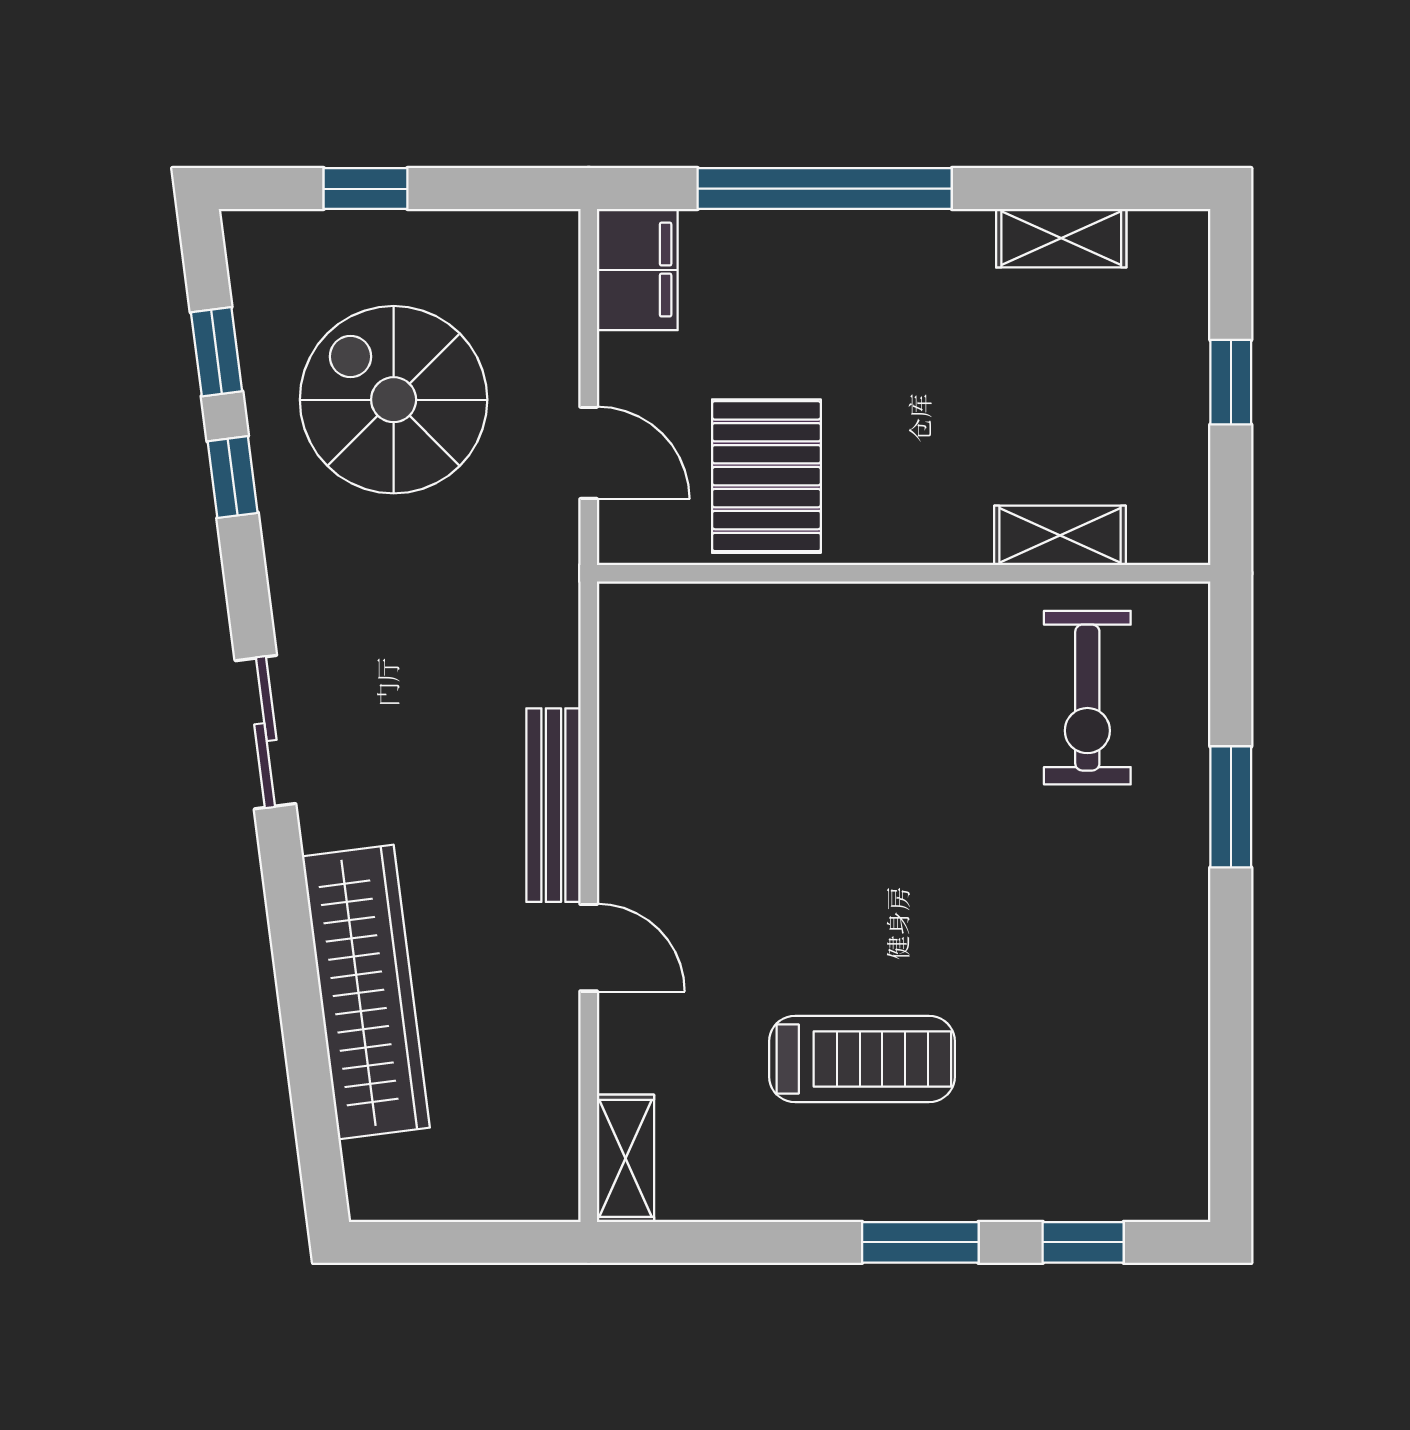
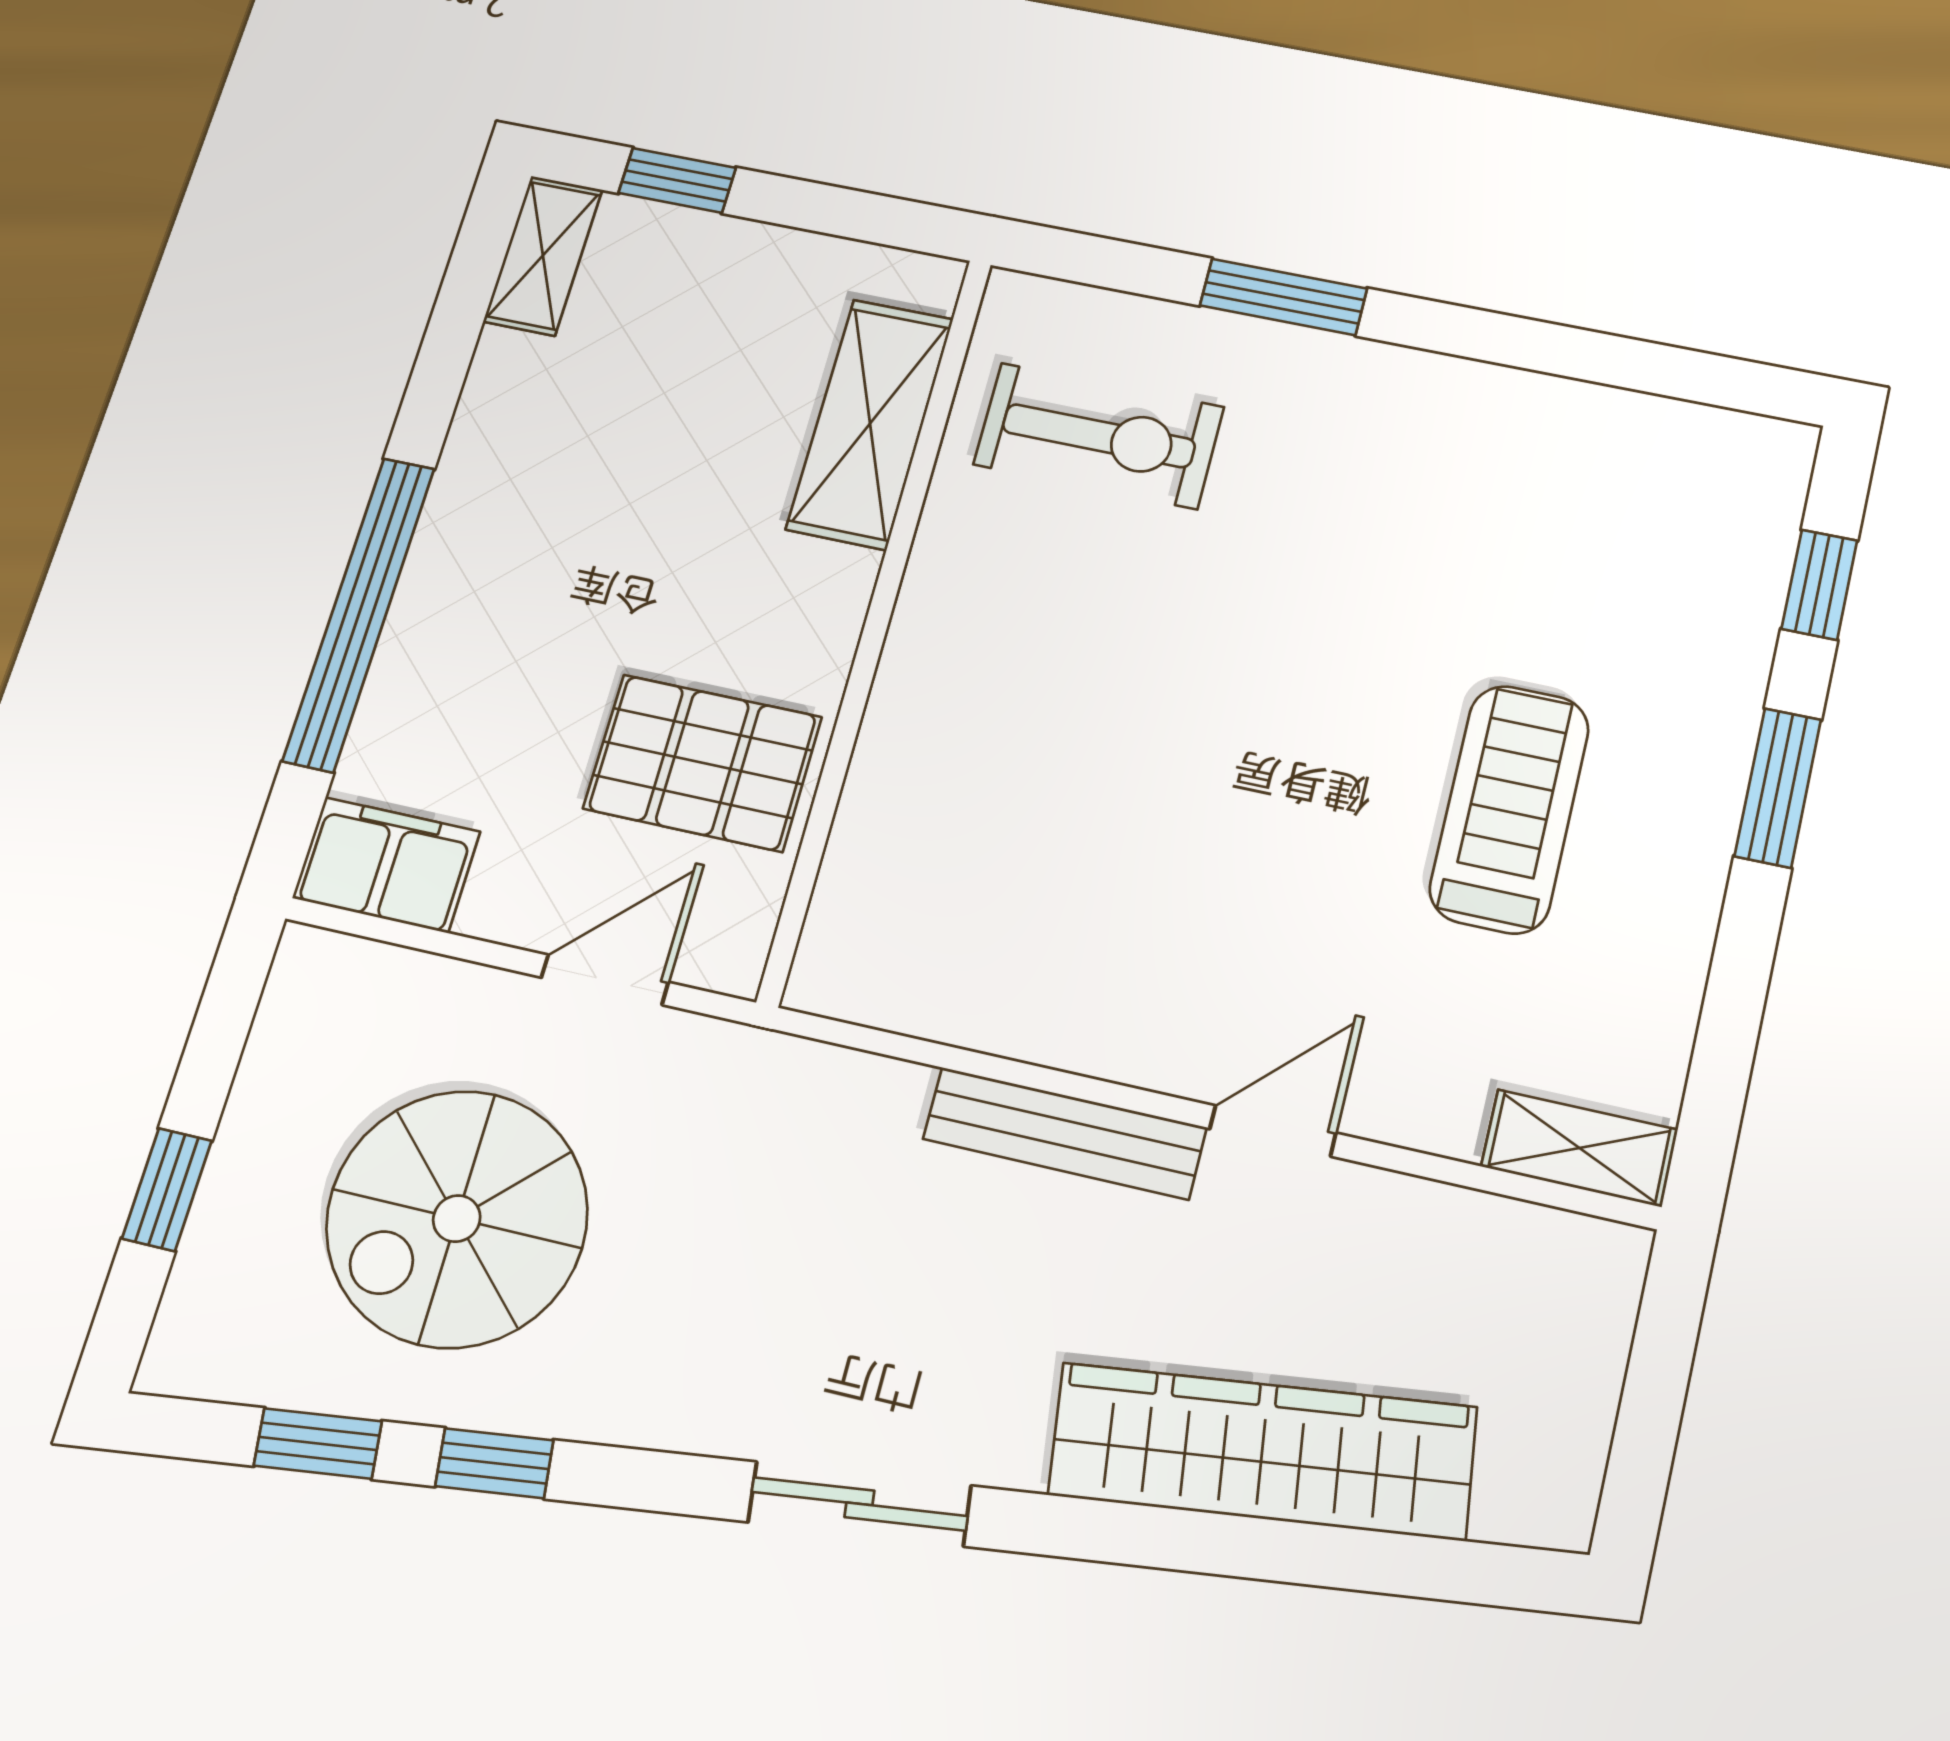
shelving: (1061, 238) -> (543, 255), moved
window: (1231, 382) -> (677, 180), moved
shelving: (1060, 535) -> (870, 424), width x1.50, depth x1.33

